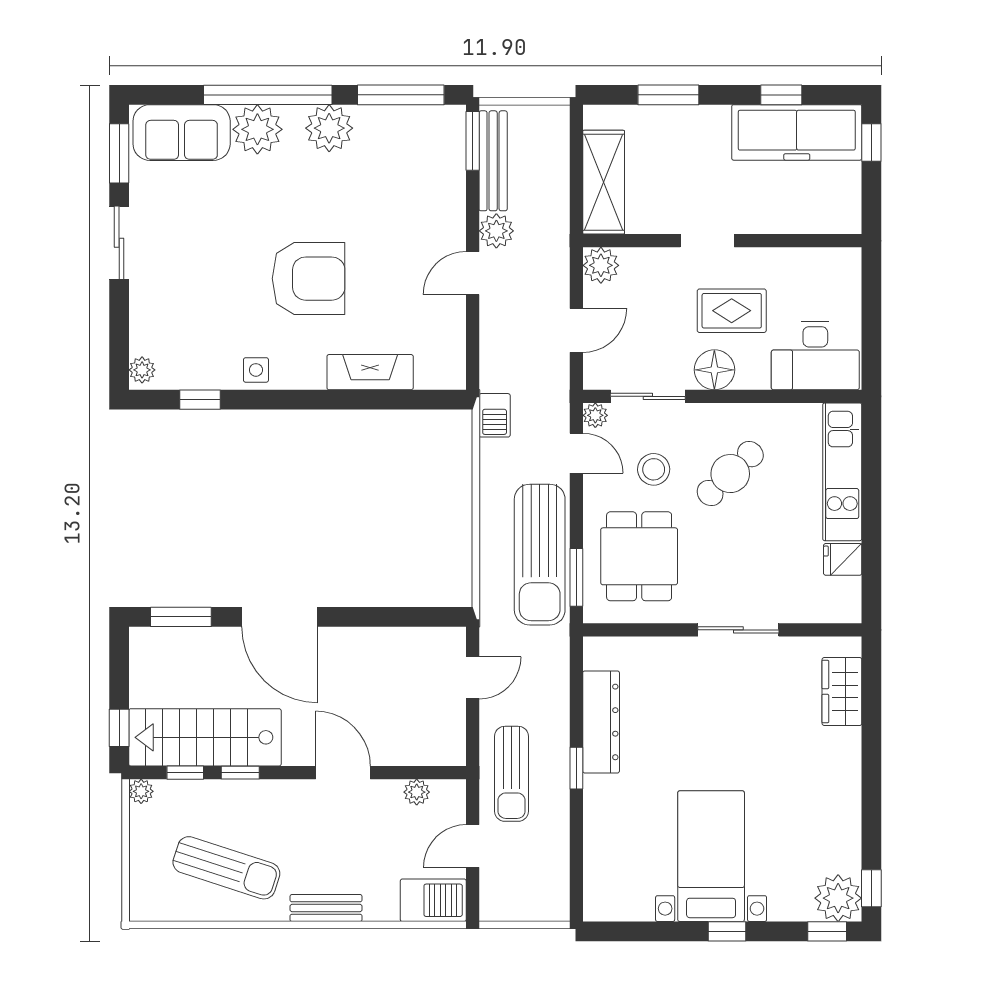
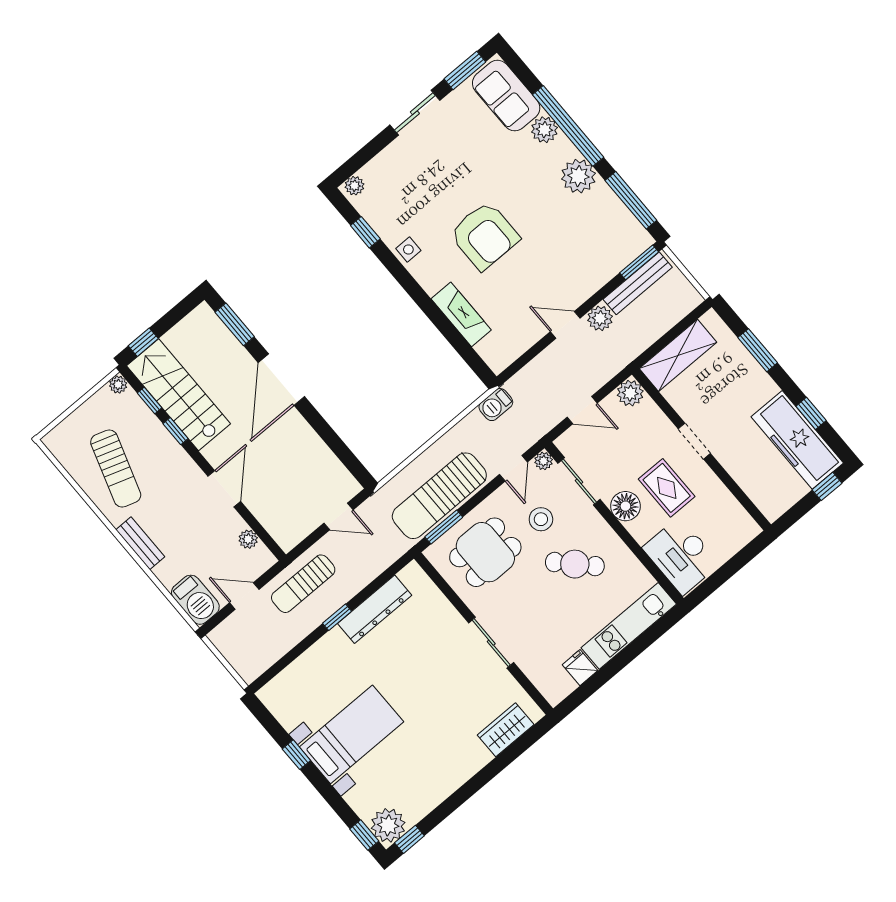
plant: (257, 129) -> (544, 130), width x0.73, depth x0.73
window: (727, 931) -> (296, 755), moved

